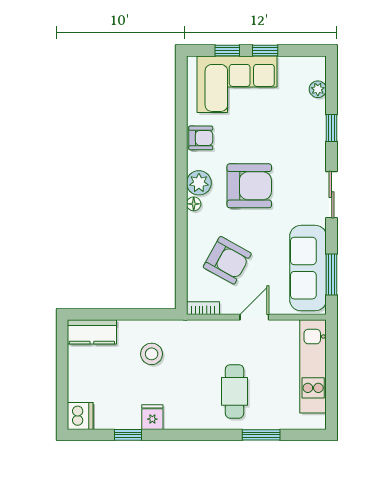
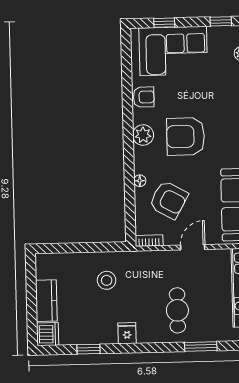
window: (265, 50) -> (221, 21), moved
armchair: (249, 186) -> (186, 136), turned 180
floor lamp: (194, 204) -> (140, 181), moved
kitchen counter: (92, 332) -> (46, 301), moved, turned -90
fridge: (152, 417) -> (127, 333), moved

